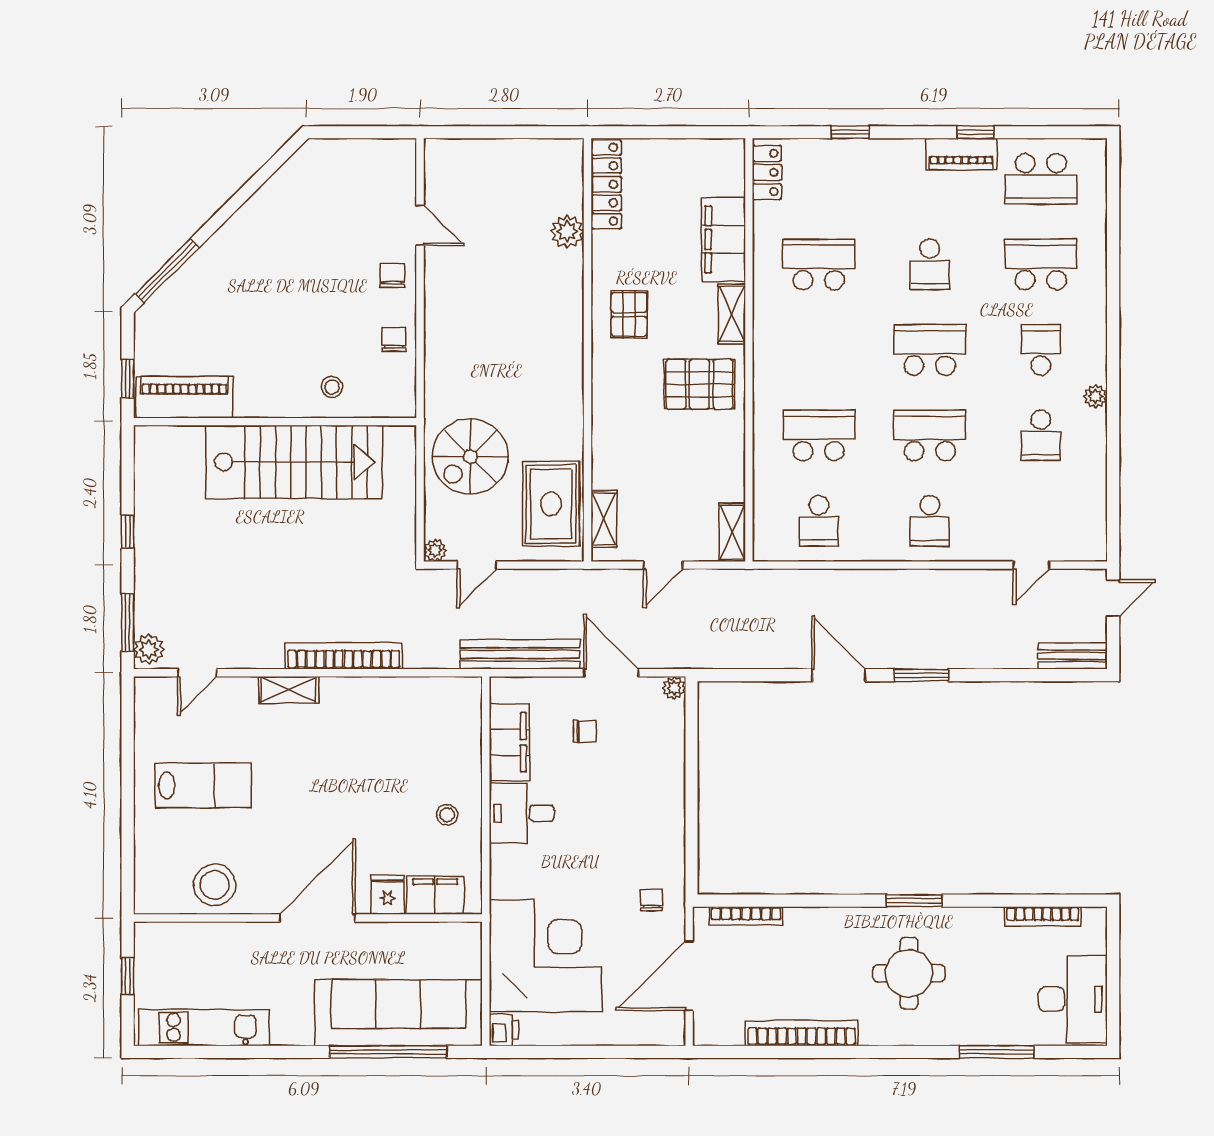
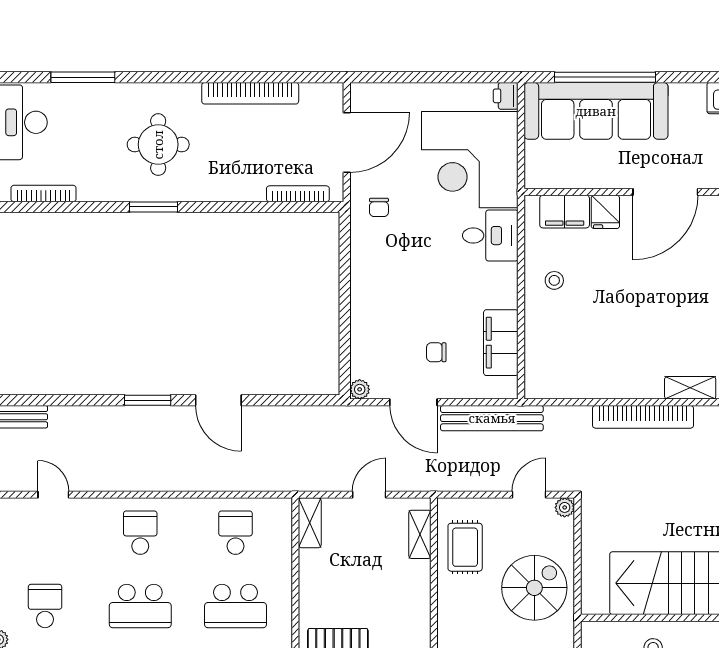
rug: (551, 504) -> (465, 547), width x0.73, depth x0.70
door: (1031, 565) -> (53, 495), hinge flipped
desk: (522, 813) -> (490, 236), moved

